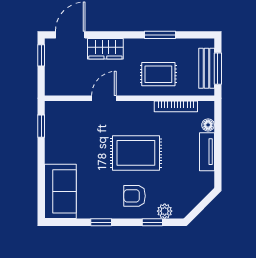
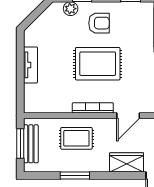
bookcase: (176, 106) -> (93, 108), moved
floor lamp: (208, 125) -> (29, 90), removed

